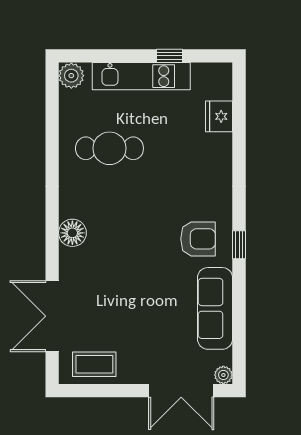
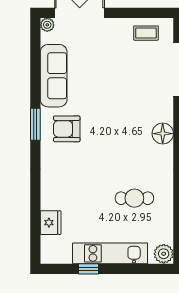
cafe table: (109, 148) -> (134, 198), width x0.73, depth x0.74
window: (239, 245) -> (35, 124), width x1.50
coffee table: (94, 364) -> (146, 33), width x0.73, depth x0.77

